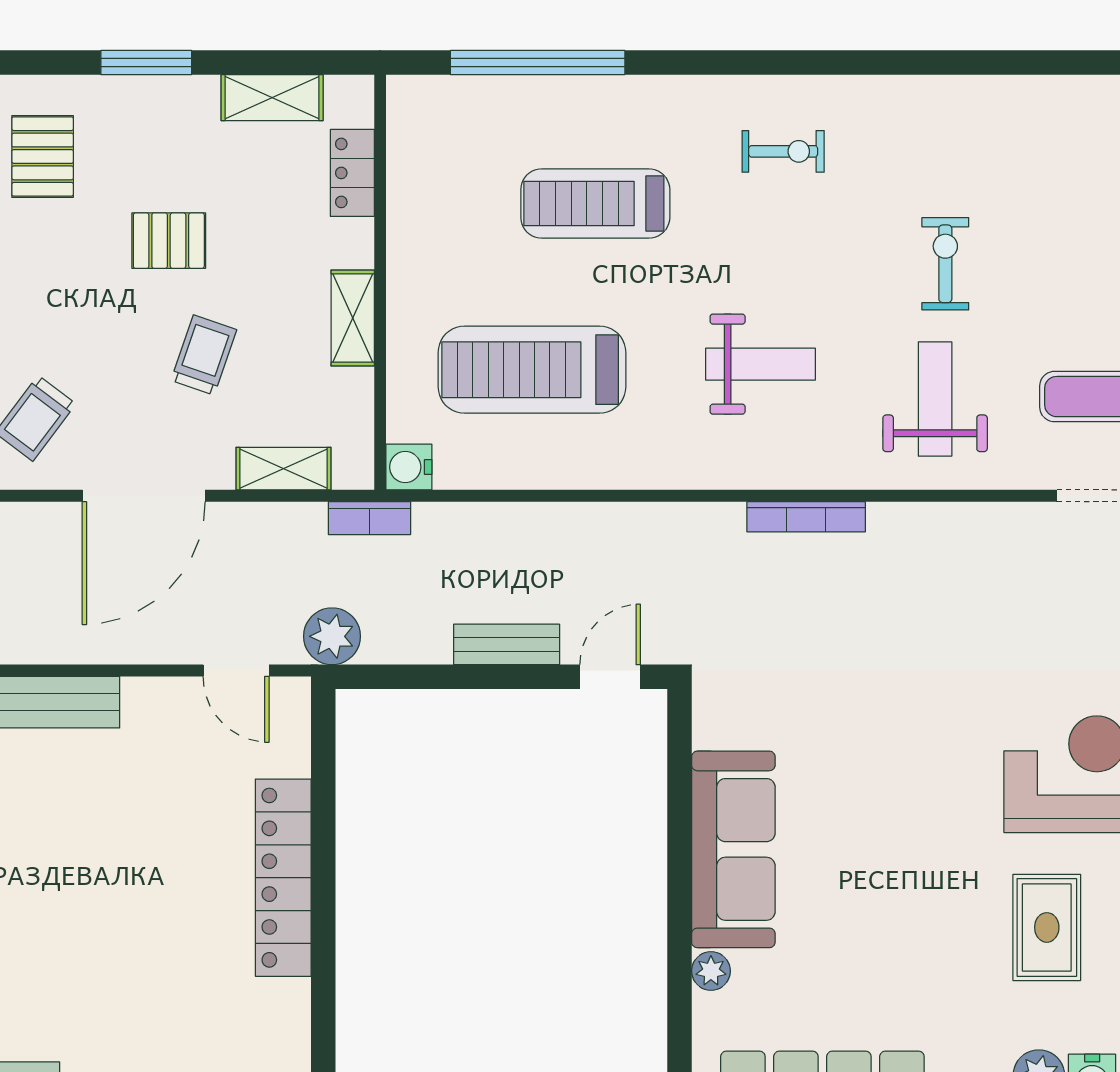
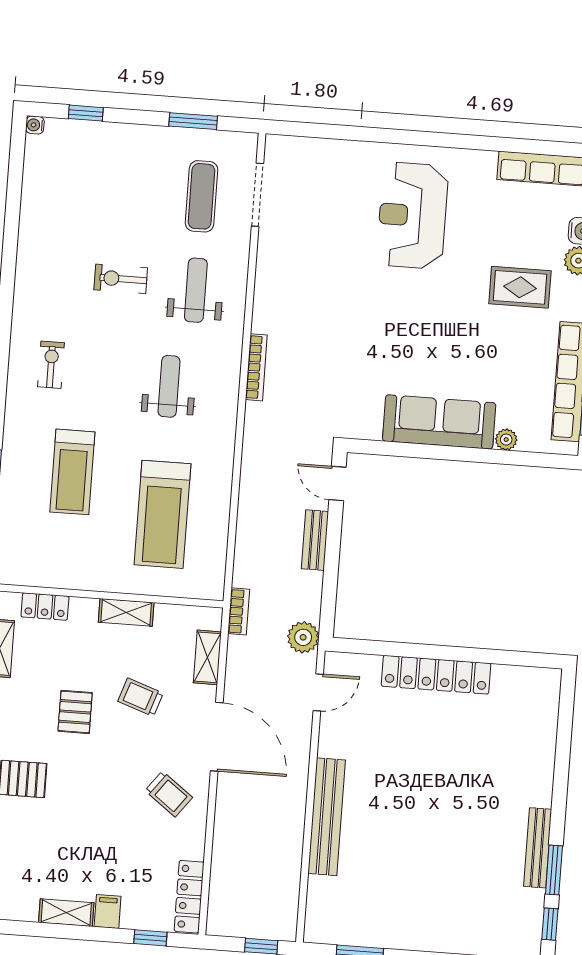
weight bench: (935, 399) -> (196, 290), turned 90
water cooler: (409, 467) -> (212, 587), removed
rug: (1047, 927) -> (520, 287), moved

